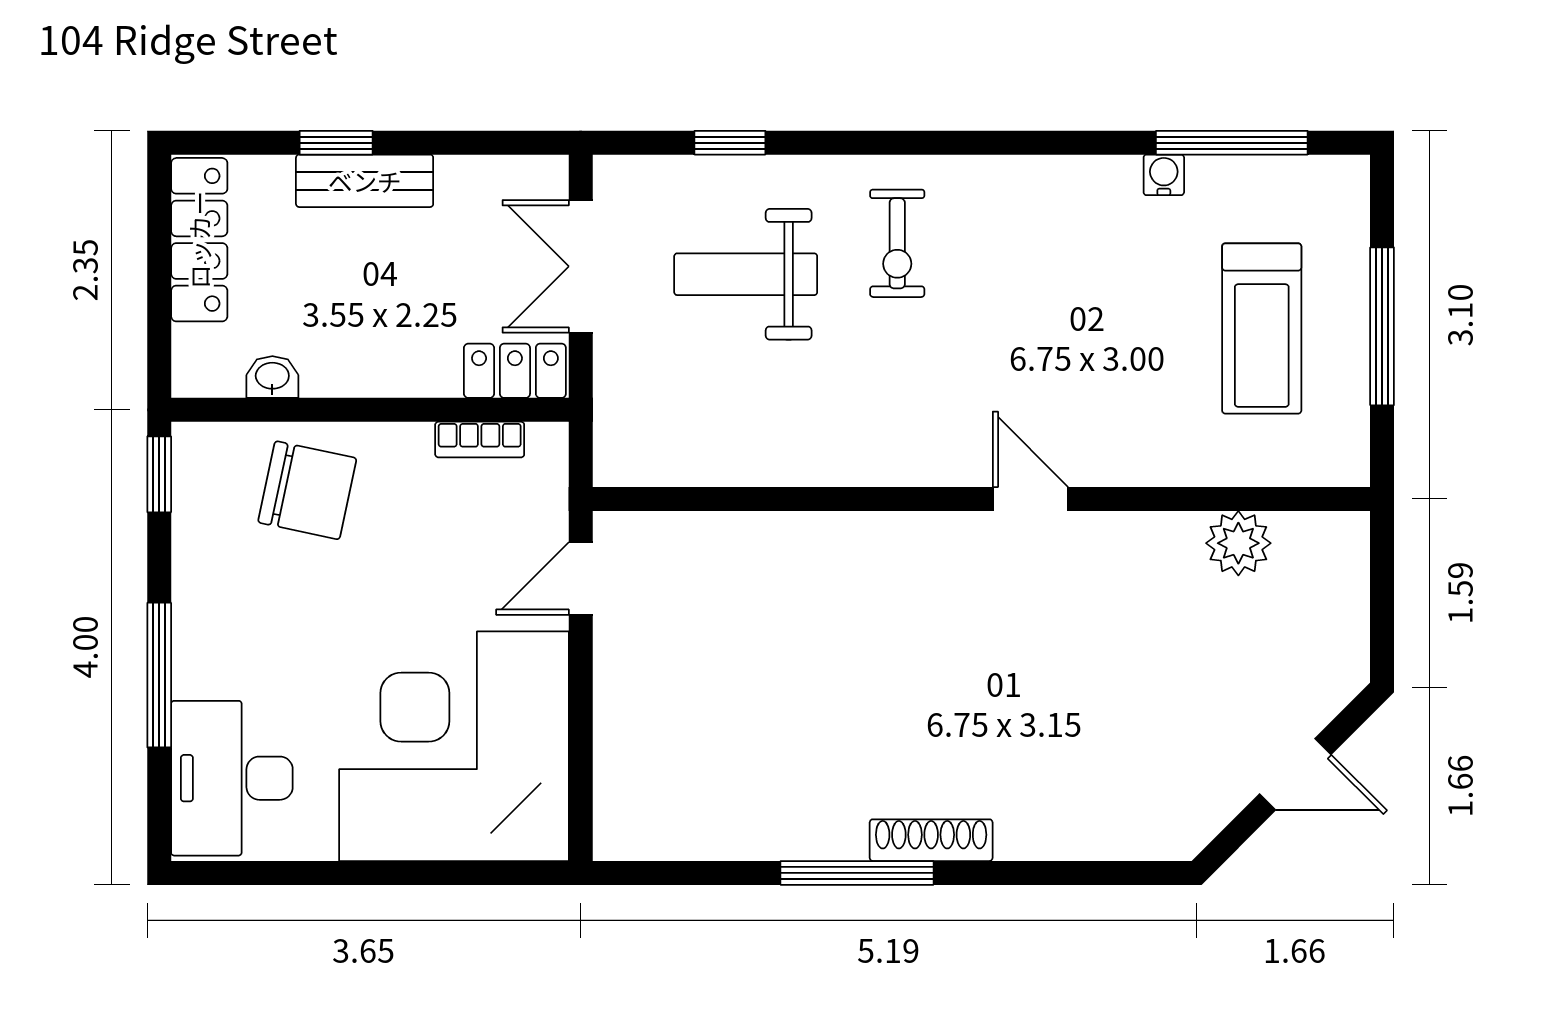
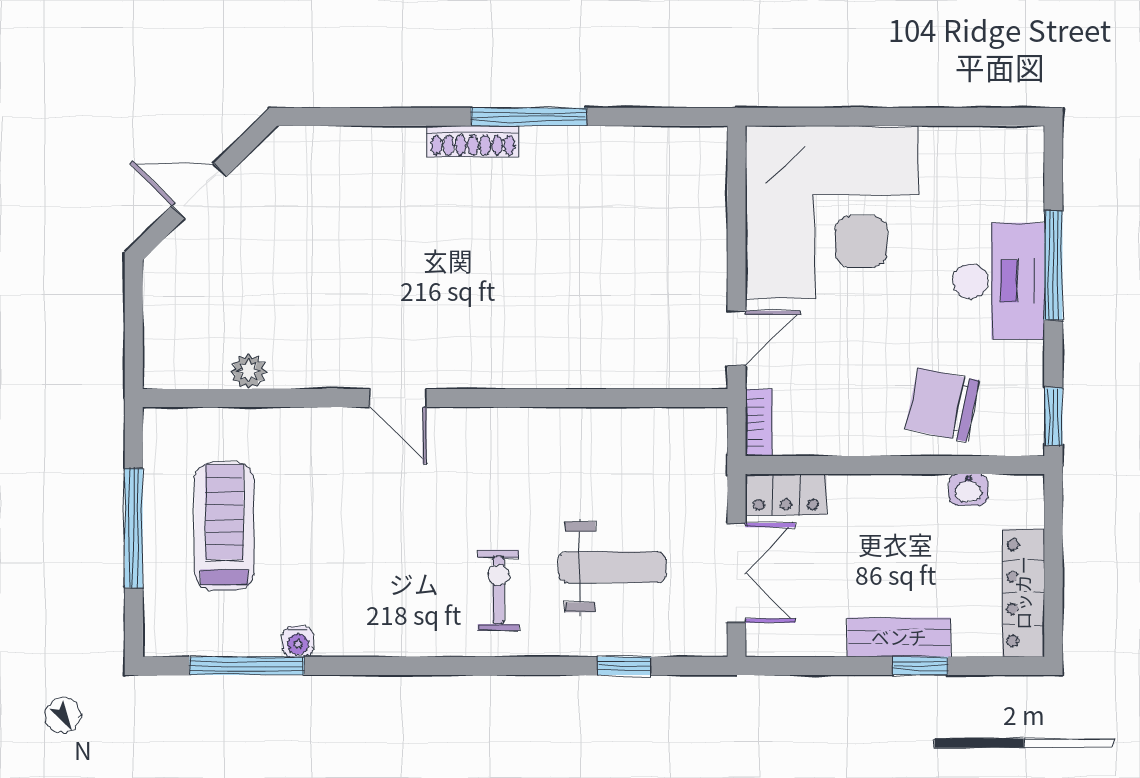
bookcase: (480, 440) -> (759, 423), moved, turned 90
plant: (1238, 543) -> (249, 371), width x0.73, depth x0.73
desk: (232, 778) -> (999, 281), moved

